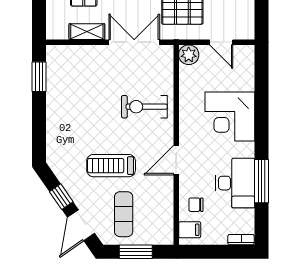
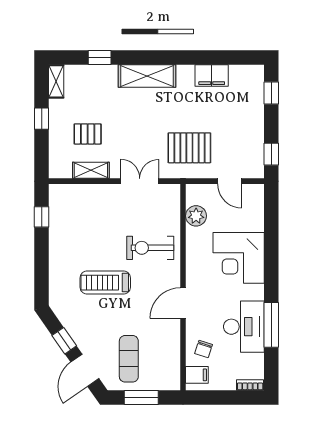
window: (262, 16) -> (271, 154), added
double door: (134, 42) -> (140, 181), width x0.73
plant: (189, 55) -> (196, 216), moved
window: (39, 77) -> (42, 217), width x0.67
treadmill: (111, 166) -> (105, 283), moved
chair: (196, 205) -> (204, 349), turned -72

